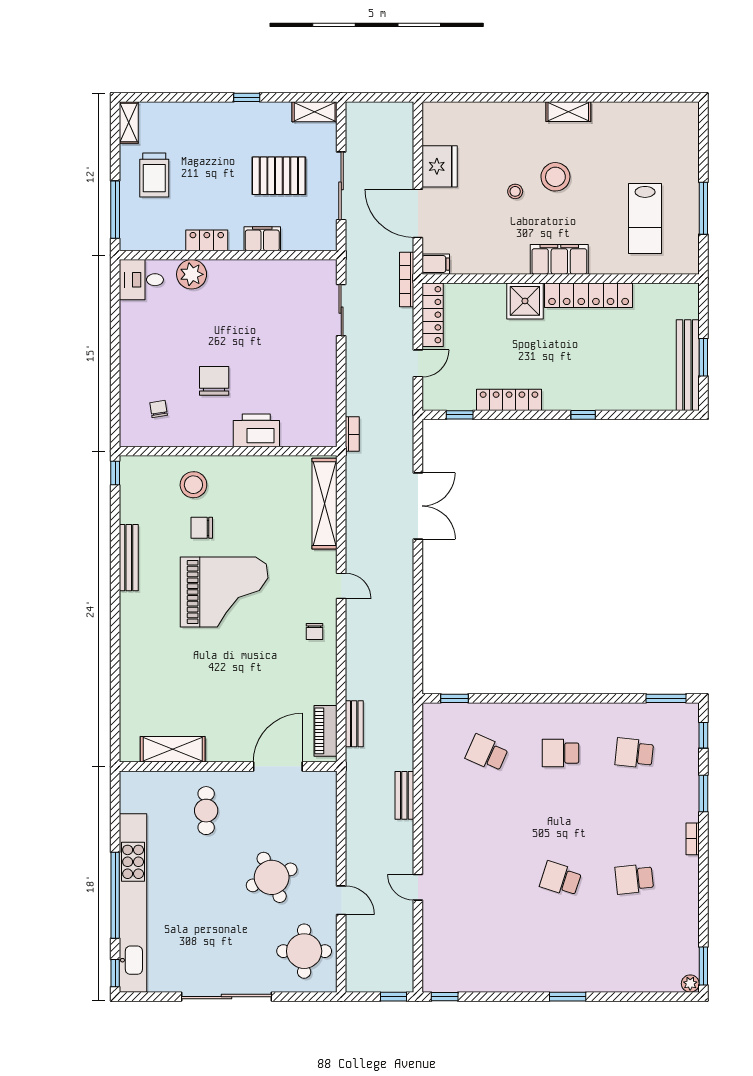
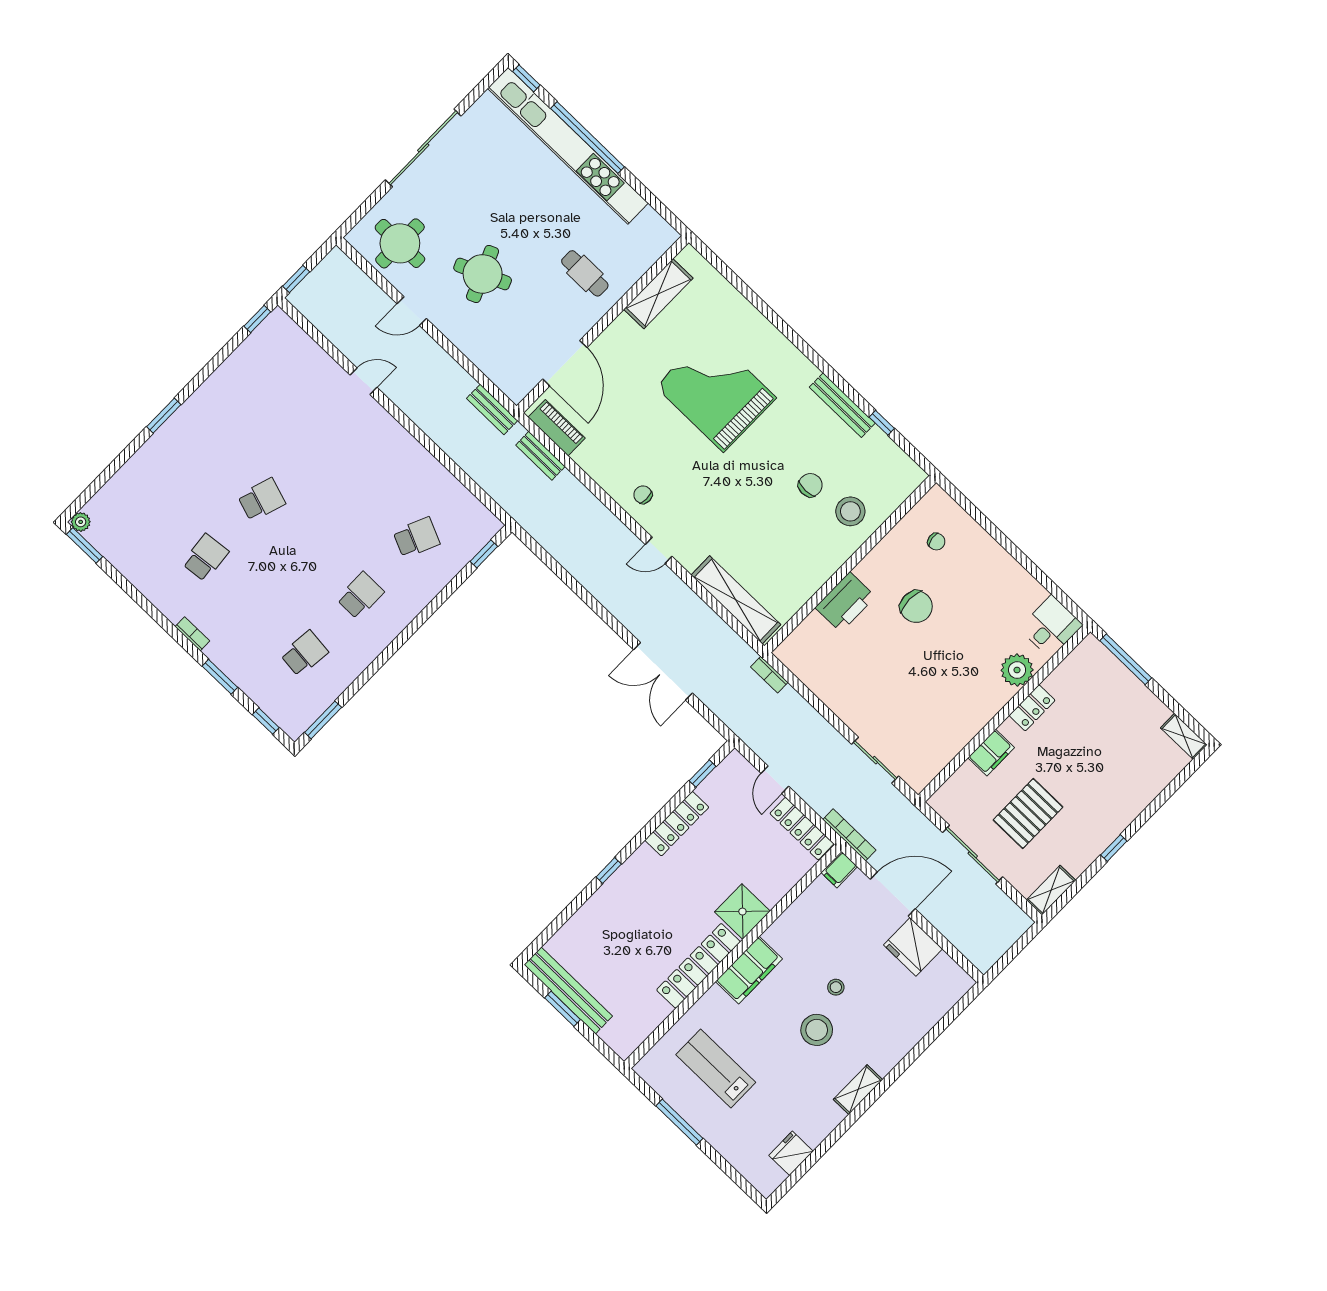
fridge: (653, 115) -> (791, 1153), added
trolley: (154, 175) -> (1123, 716), removed
window: (115, 473) -> (882, 423), moved
grand piano: (224, 592) -> (716, 392), moved, turned 90
bench: (404, 795) -> (492, 409), moved

